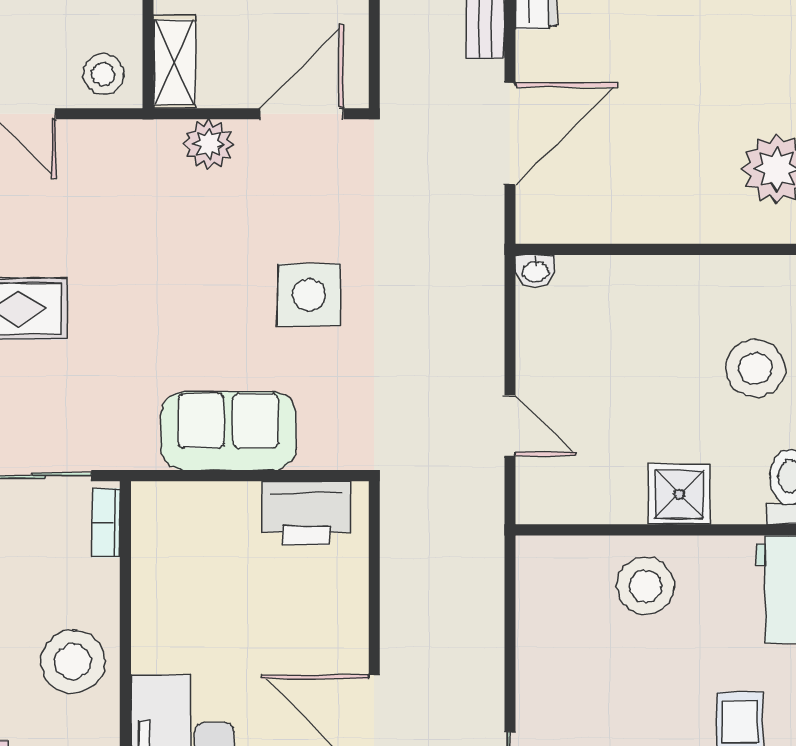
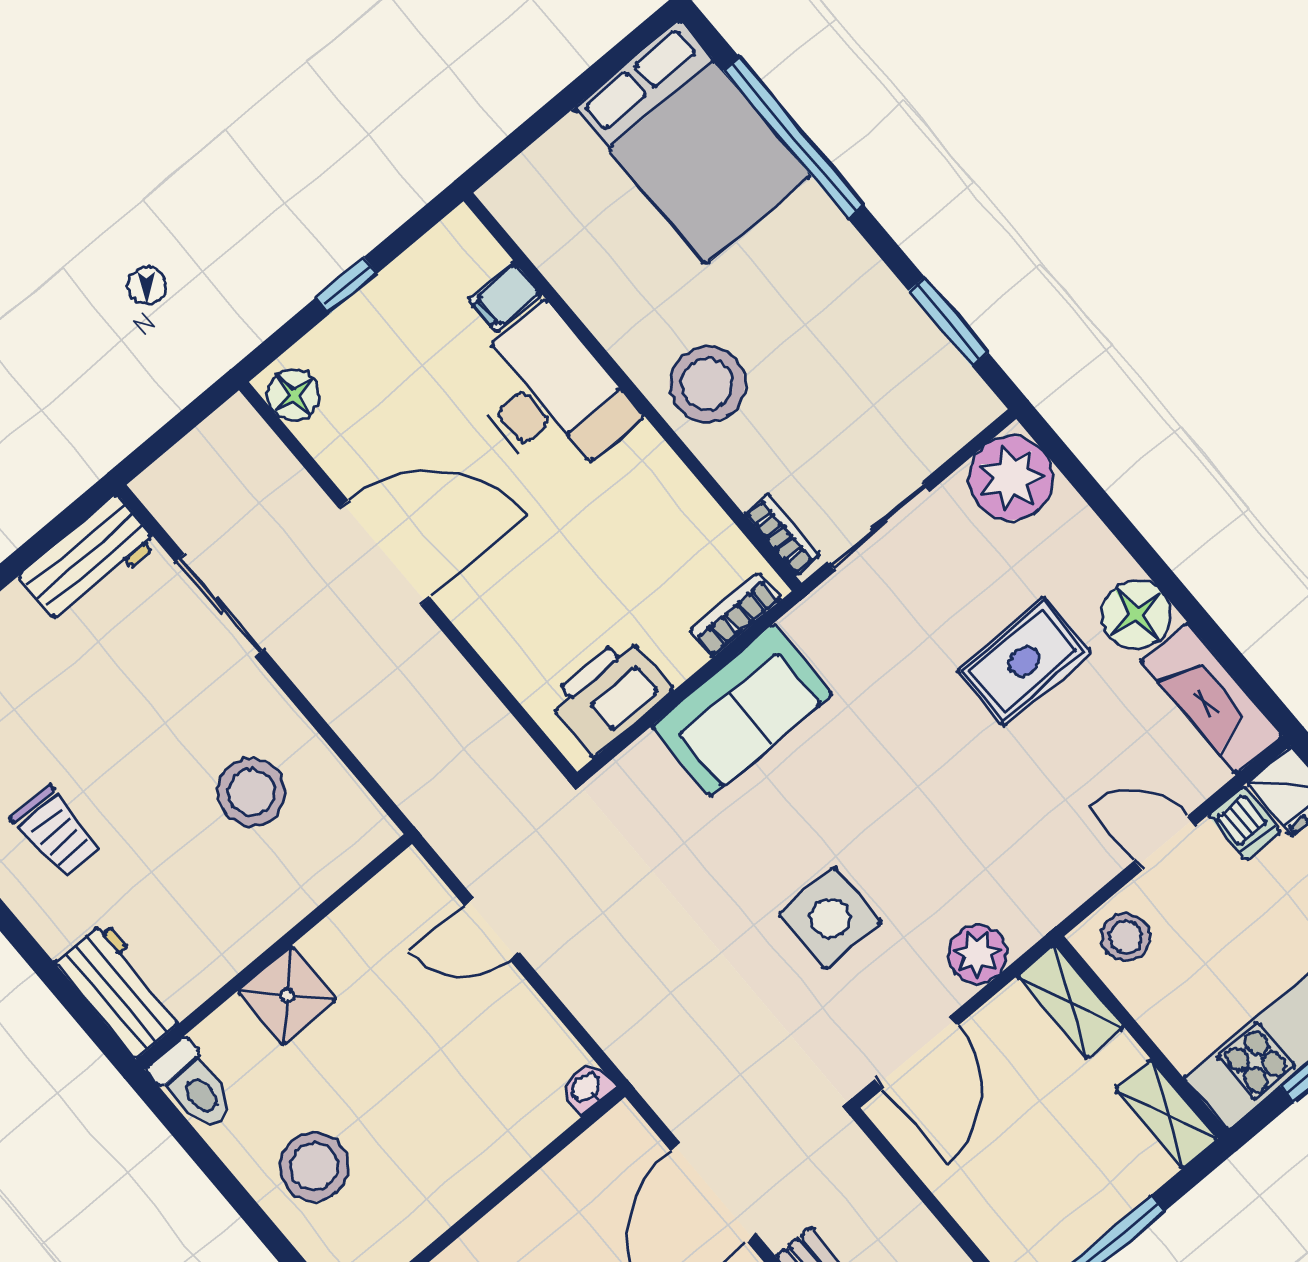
side table: (309, 295) -> (830, 918), moved
bookcase: (181, 496) -> (735, 615), added
stool: (646, 586) -> (251, 792), moved

